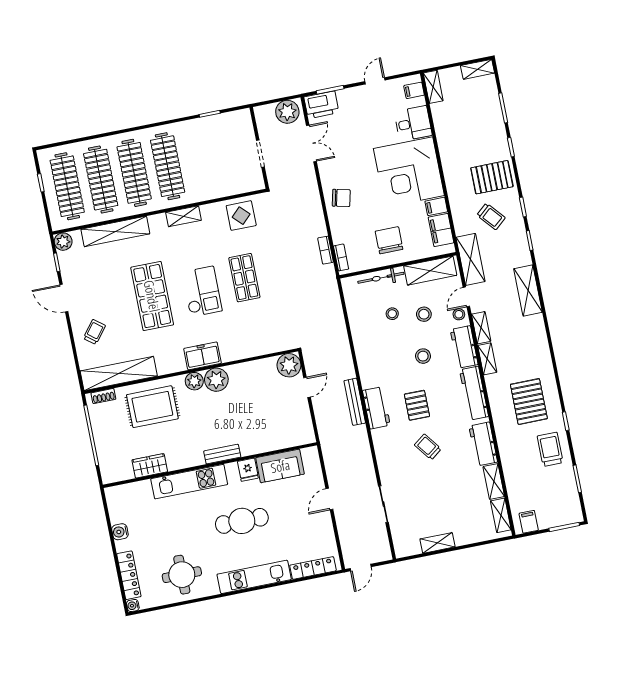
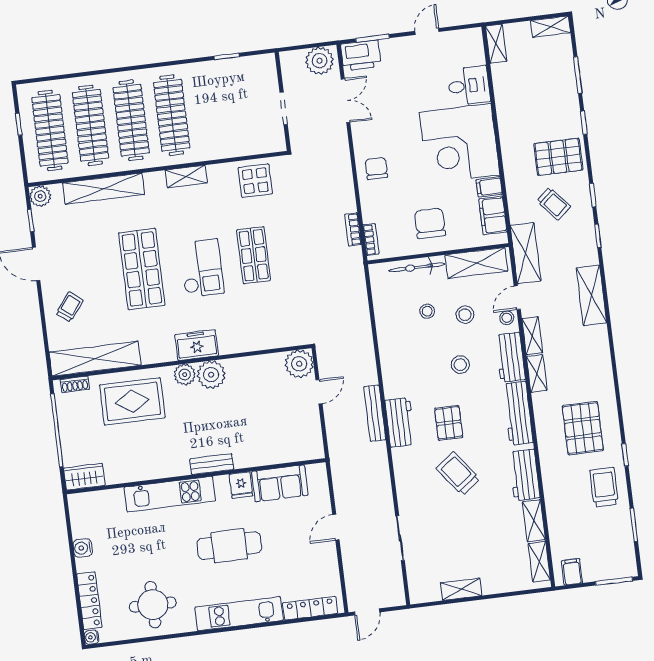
filing cabinet: (414, 90) -> (473, 46), removed
chair: (341, 198) -> (376, 168), turned -103
trolley: (428, 447) -> (458, 474), width x1.36, depth x1.39
wardrobe: (150, 466) -> (84, 477), moved

